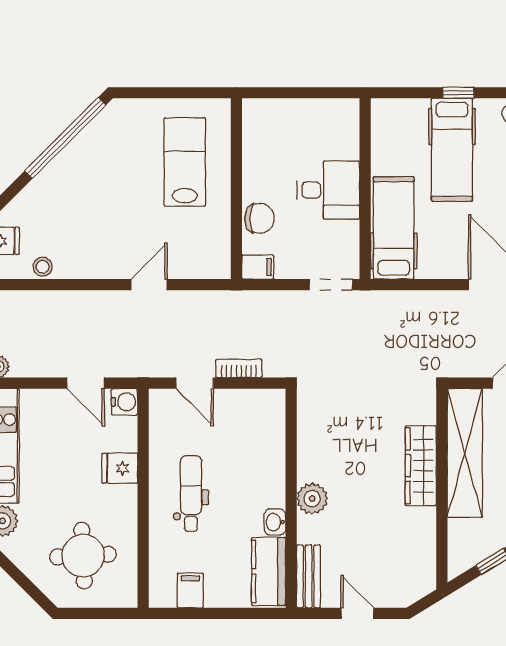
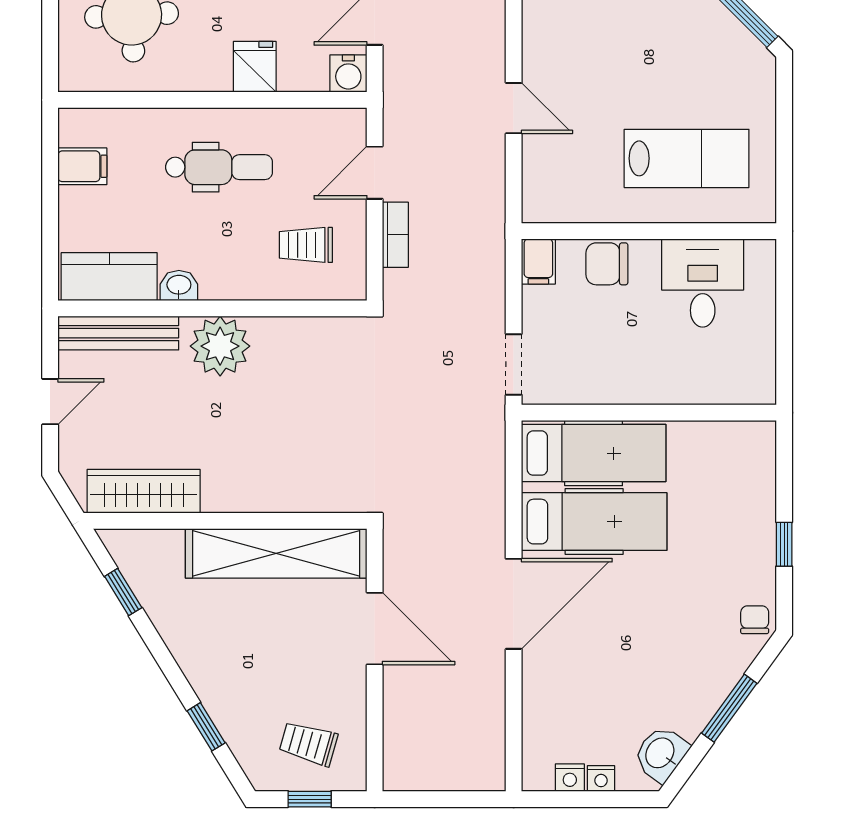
hospital bed: (452, 150) -> (594, 522), moved, turned 180
desk: (328, 190) -> (703, 283), moved, turned 180
chair: (259, 218) -> (607, 264), turned 90
trolley: (246, 432) -> (306, 245), added
wardrobe: (421, 466) -> (144, 491), moved
plant: (312, 499) -> (220, 346), width x1.36, depth x1.36
bench: (309, 576) -> (118, 333), width x1.36

